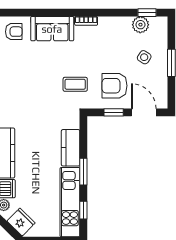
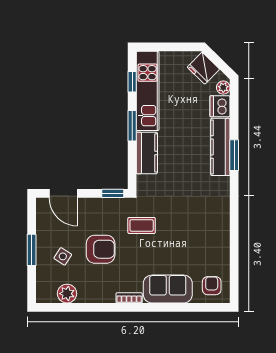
window: (147, 13) -> (60, 307), removed
armchair: (14, 32) -> (212, 286), turned 90
armchair: (114, 86) -> (101, 249), moved
window: (114, 112) -> (113, 193), moved

